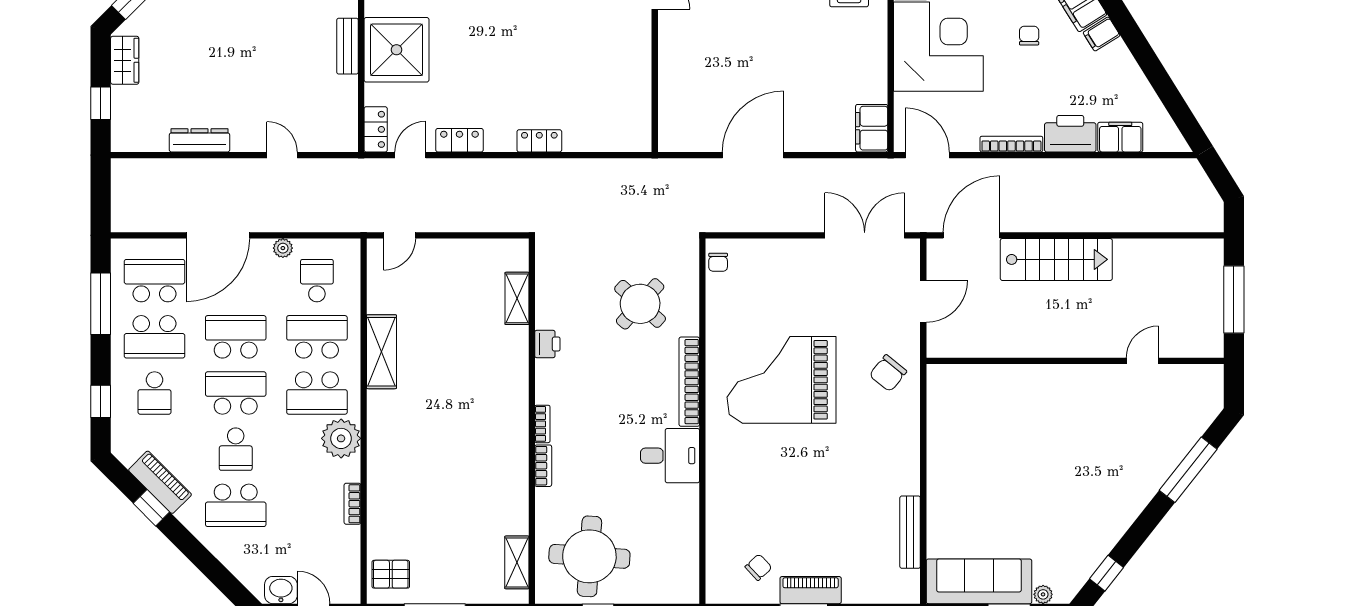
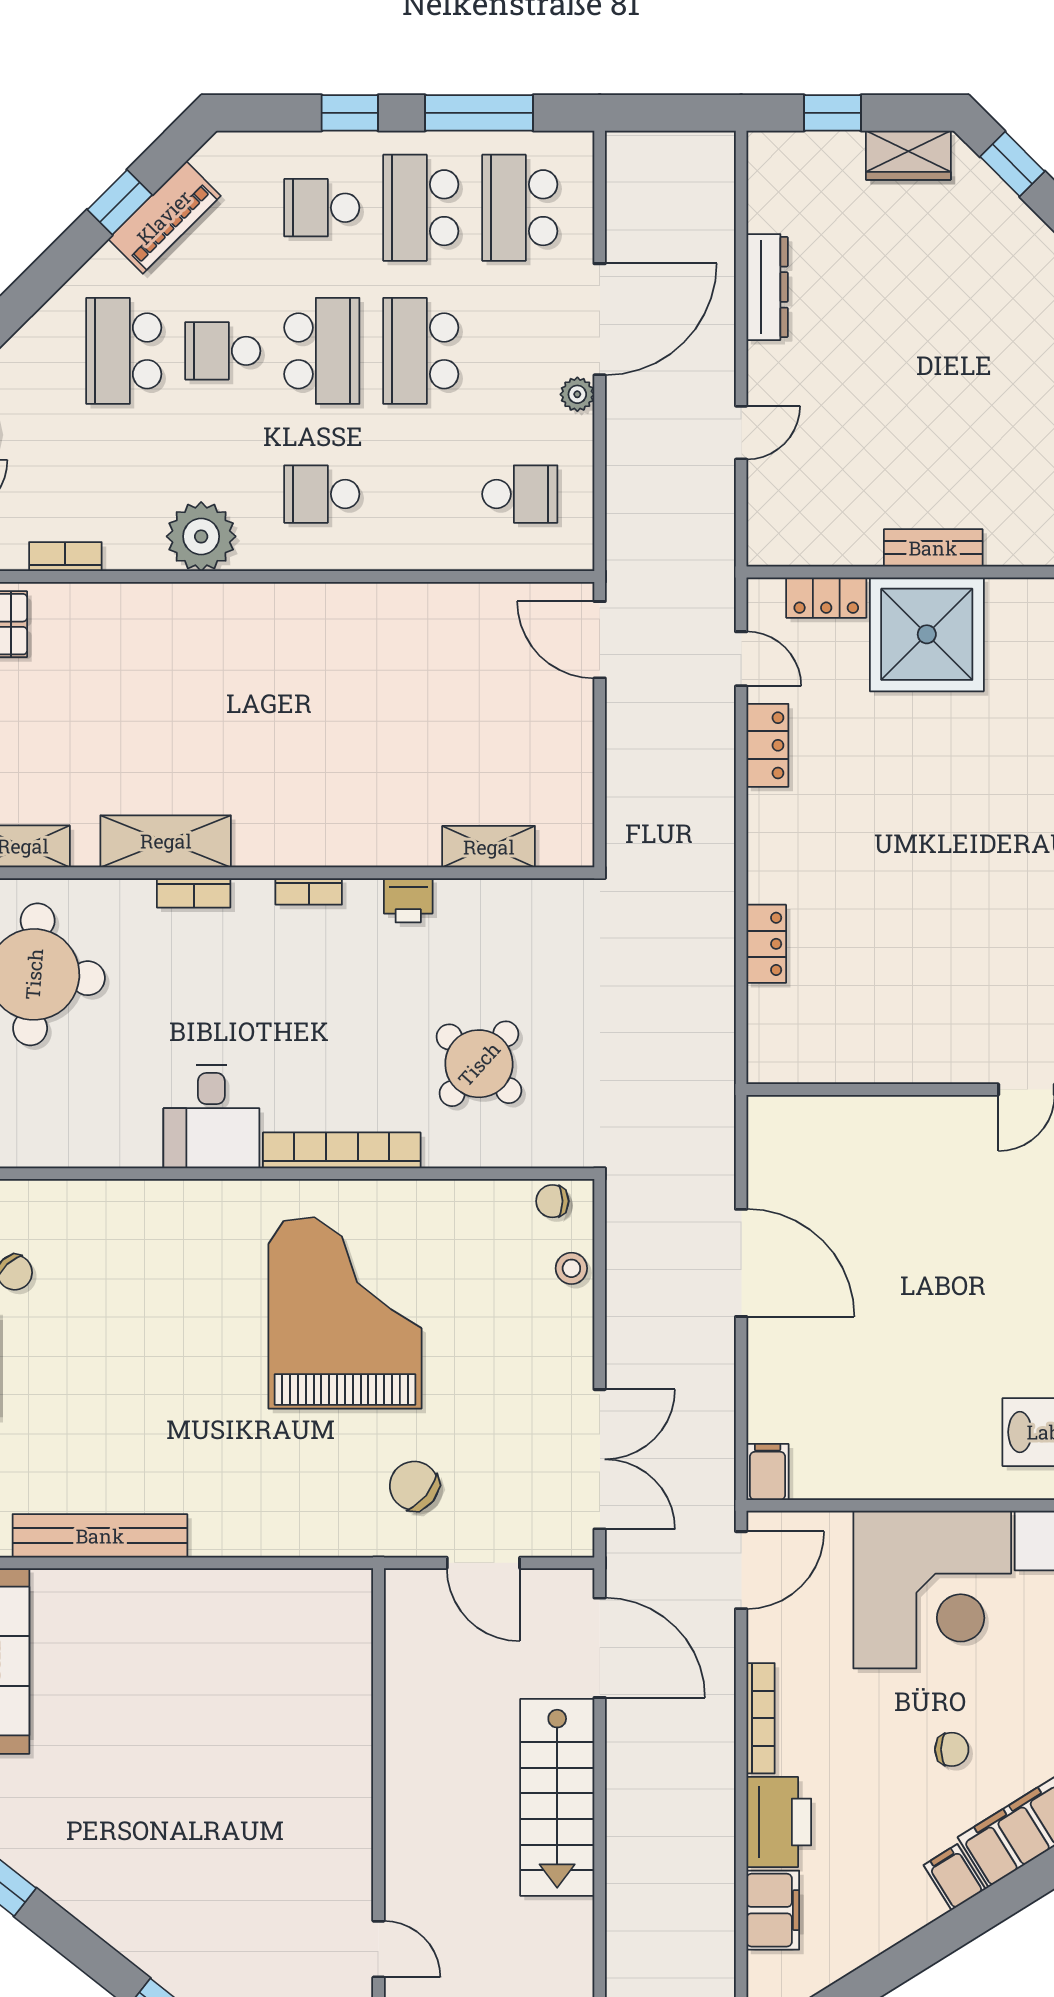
filing cabinet: (872, 128) -> (768, 1472), width x0.50
locker: (376, 129) -> (826, 598), moved
locker: (539, 141) -> (766, 944), moved
door: (218, 235) -> (600, 319), swing flipped
door: (400, 235) -> (600, 640), width x1.38
plant: (283, 248) -> (577, 394), moved
stool: (756, 251) -> (571, 1268), added
school desk: (155, 281) -> (520, 208), turned 180
school desk: (236, 337) -> (421, 351), turned 180
school desk: (317, 337) -> (421, 494), removed
shelving: (382, 352) -> (166, 841), moved
chair: (888, 373) -> (414, 1486), moved
school desk: (317, 393) -> (322, 494), width x0.54
window: (101, 401) -> (350, 113), moved
bookcase: (542, 424) -> (309, 891), moved
plant: (341, 438) -> (201, 536), moved
bookcase: (352, 504) -> (65, 557), moved
bench: (910, 532) -> (100, 1536), width x1.37, depth x1.21

